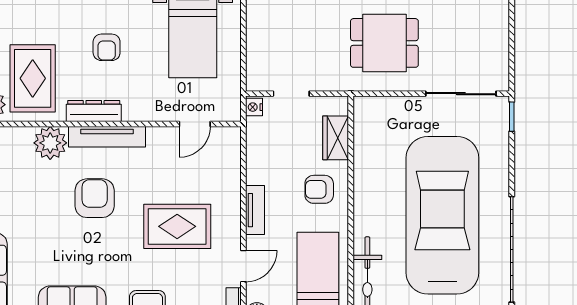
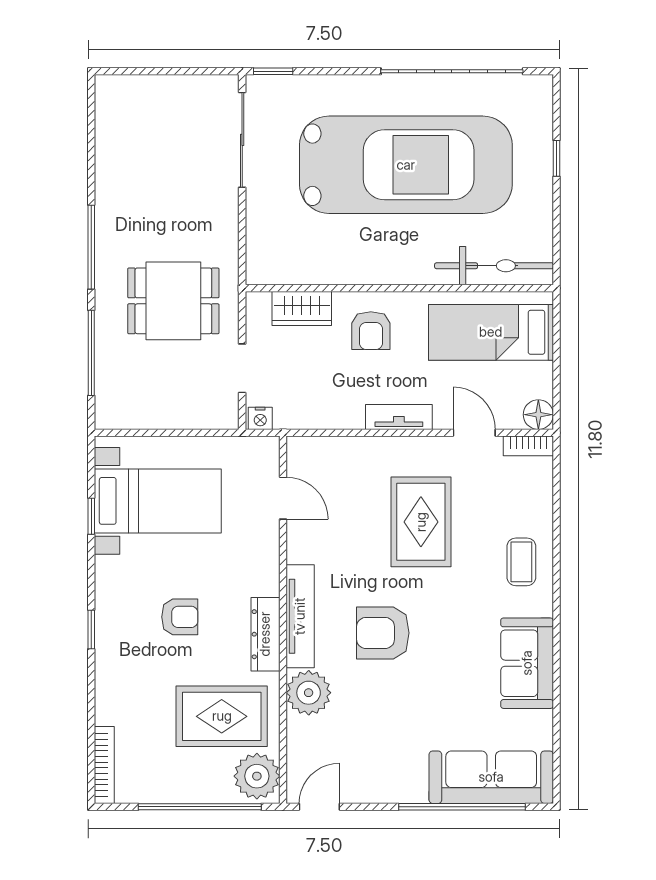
dining table: (384, 43) -> (173, 301), moved, turned 90
car: (442, 215) -> (406, 165), turned 180

